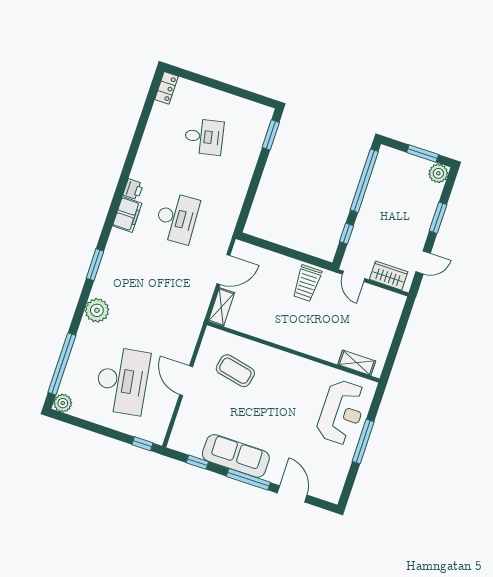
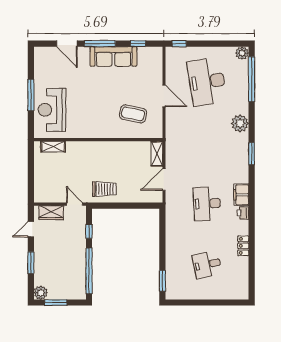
locker: (166, 88) -> (243, 246), moved
trolley: (307, 283) -> (104, 189), turned 90

